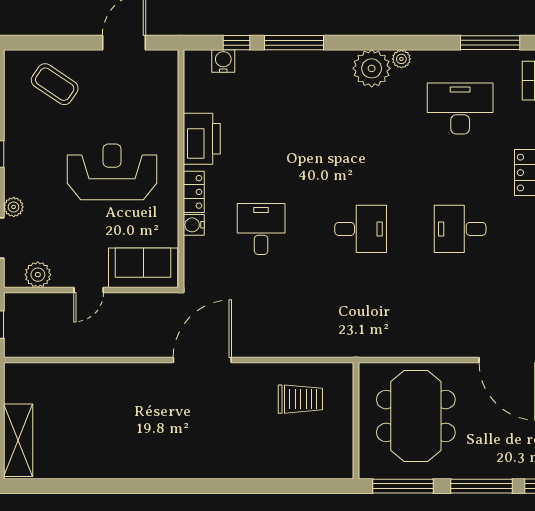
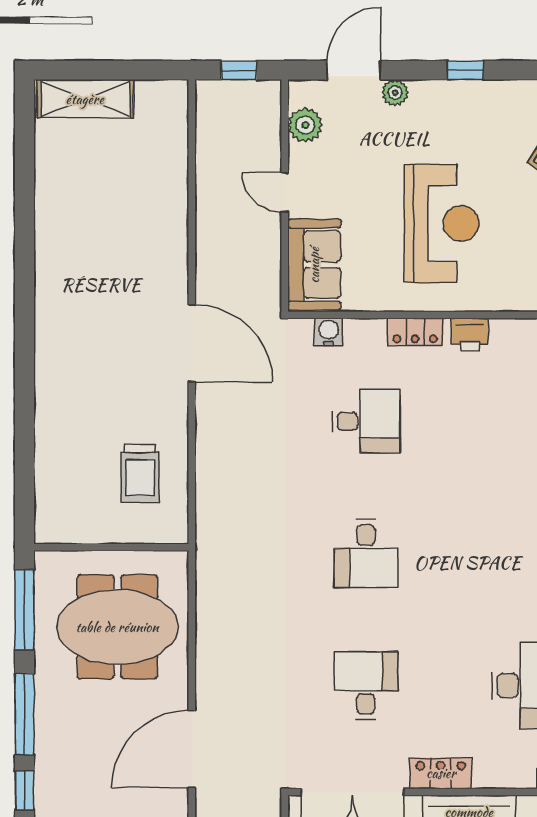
printer: (202, 139) -> (470, 335), width x0.53, depth x0.68
water cooler: (194, 225) -> (328, 332), moved

